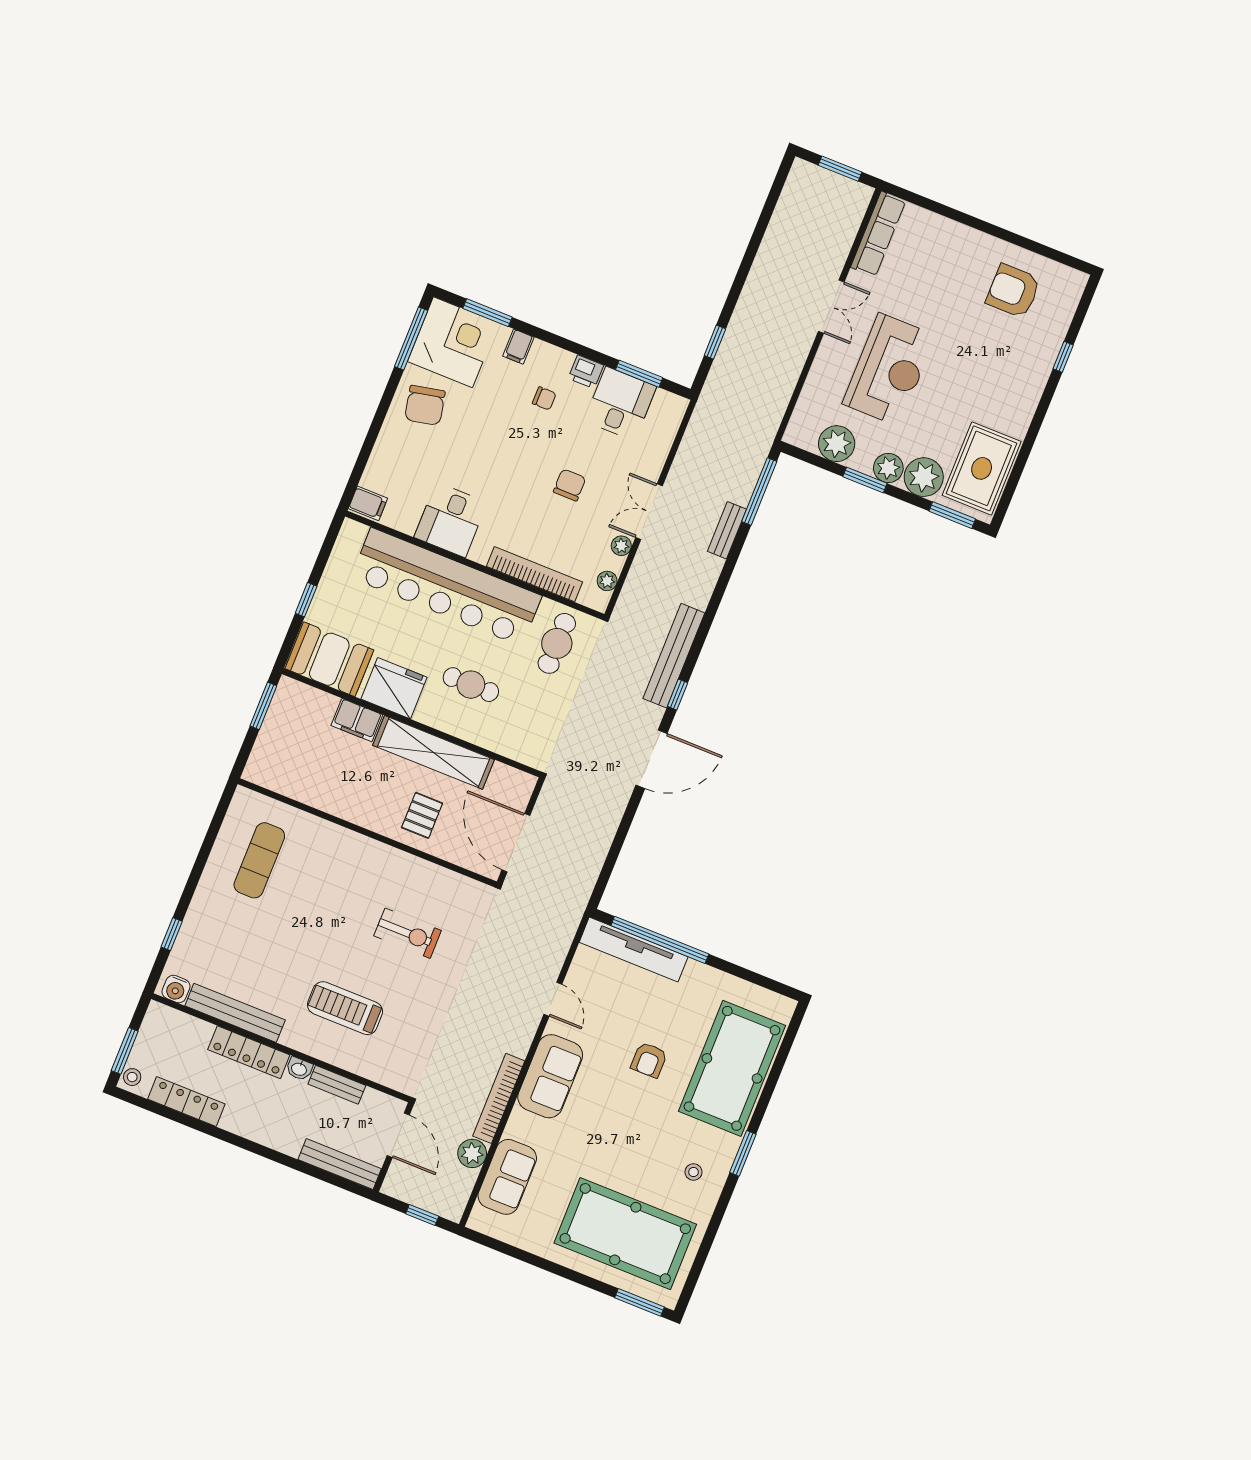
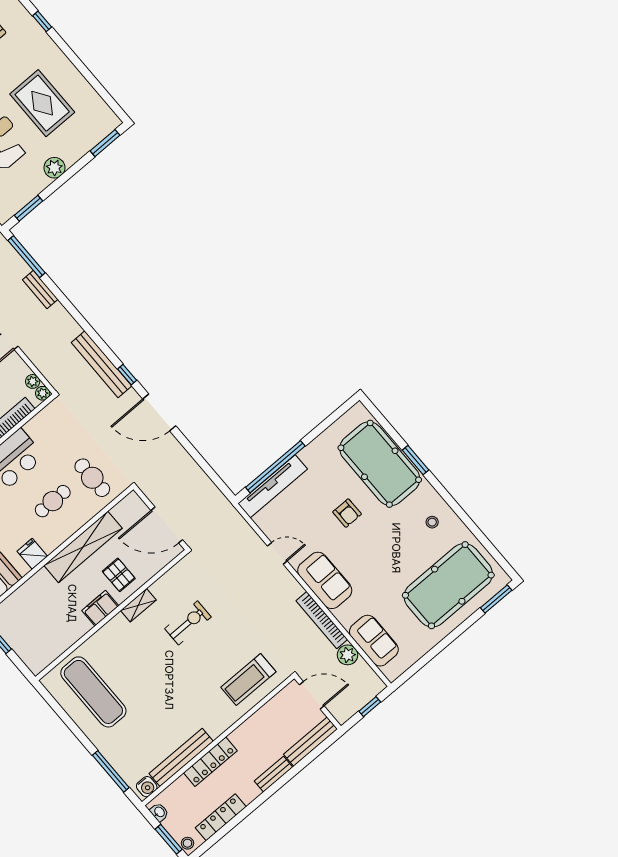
plant: (837, 444) -> (22, 192), removed
rug: (982, 468) -> (42, 103), moved
plant: (924, 477) -> (72, 149), removed
window: (865, 480) -> (29, 208), moved
plant: (621, 546) -> (43, 393), moved
cafe table: (557, 643) -> (92, 478), moved
fridge: (394, 688) -> (32, 554), width x0.53, depth x0.75
filing cabinet: (357, 720) -> (100, 608), moved, turned 180
door: (652, 759) -> (159, 412), swing flipped
exercise mat: (259, 860) -> (93, 692), width x1.36, depth x1.45
shelving: (397, 860) -> (138, 605), added
window: (172, 934) -> (111, 771), width x2.17
treadmill: (345, 1008) -> (248, 680), moved
washbasin: (299, 1069) -> (159, 812), moved, turned -90
bench: (337, 1085) -> (273, 774), moved
window: (743, 1153) -> (416, 460), moved

